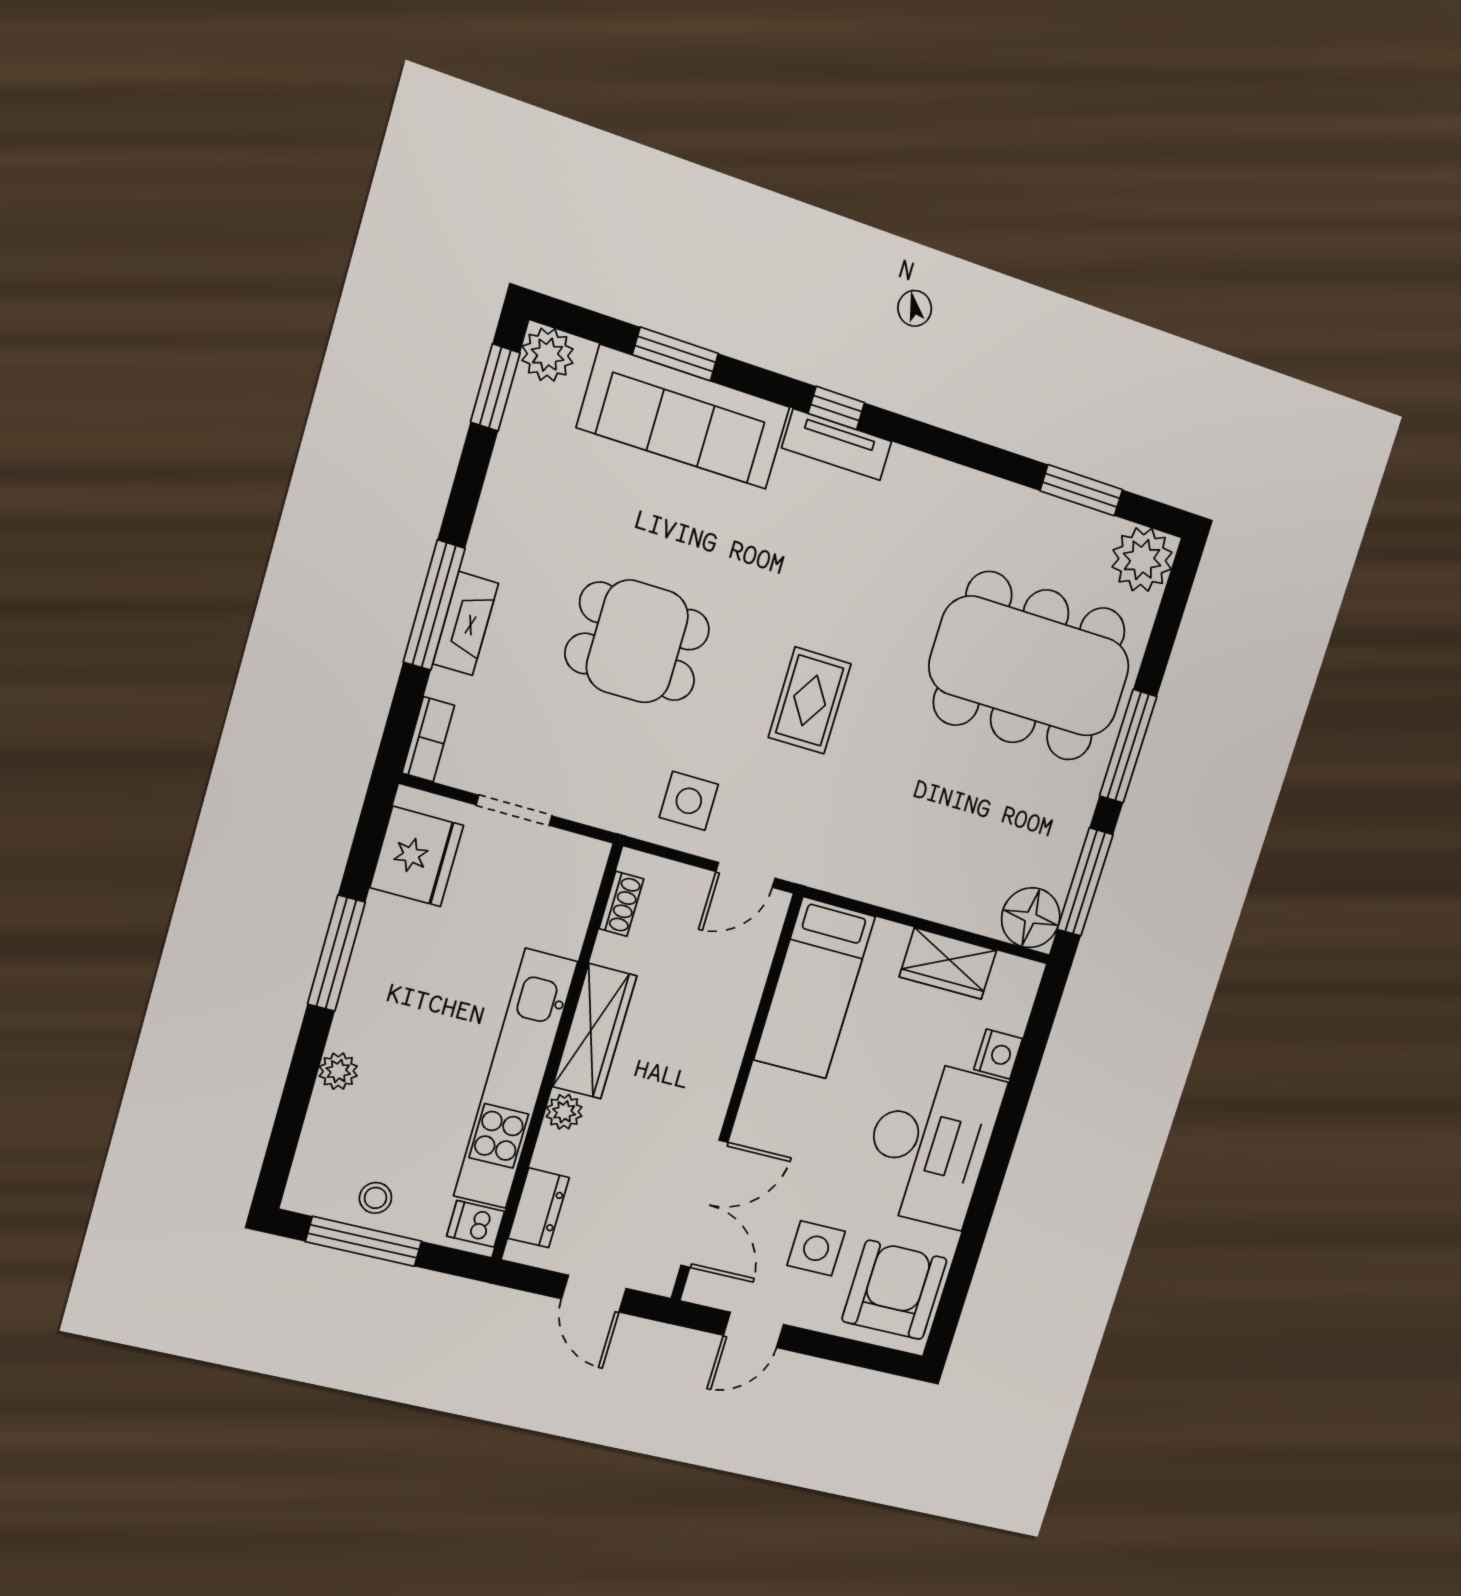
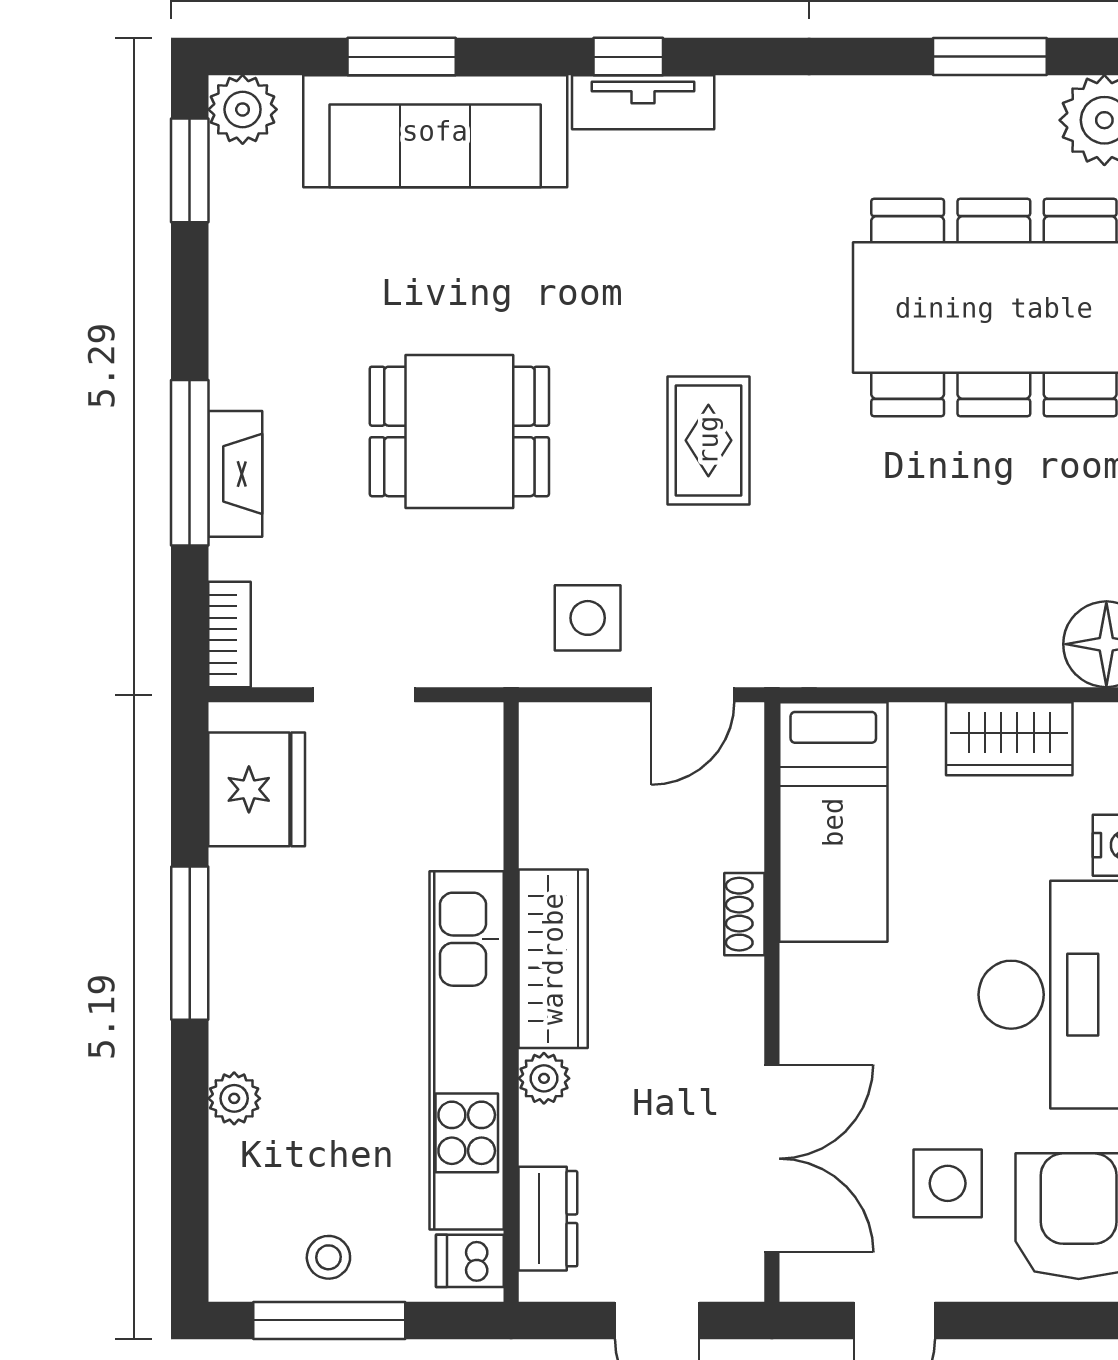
shoe rack: (621, 904) -> (744, 914), moved, turned 180

